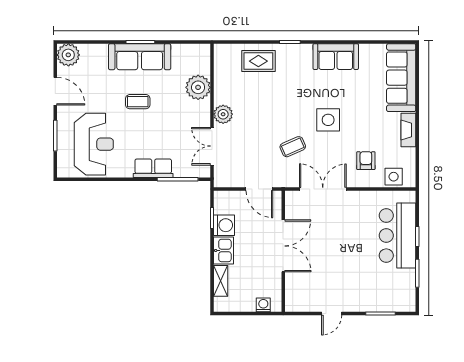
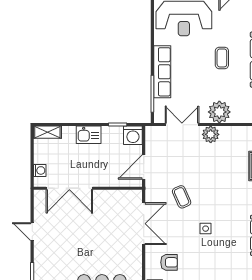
plant: (198, 87) -> (219, 112), moved
side table: (328, 120) -> (206, 229), width x0.54, depth x0.54
row of seats: (153, 168) -> (162, 72), width x1.48
washing machine: (224, 225) -> (133, 135), moved
double door: (283, 246) -> (69, 188), moved
shelving: (221, 281) -> (47, 132), moved

